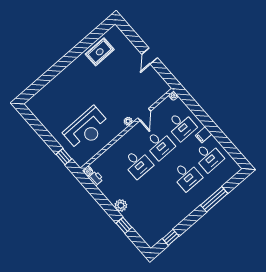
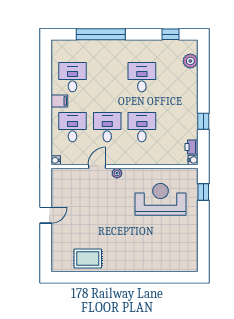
desk: (187, 176) -> (142, 77), moved
window: (214, 199) -> (101, 34), width x1.46
plant: (121, 205) -> (190, 61), moved
window: (124, 225) -> (203, 121), moved

